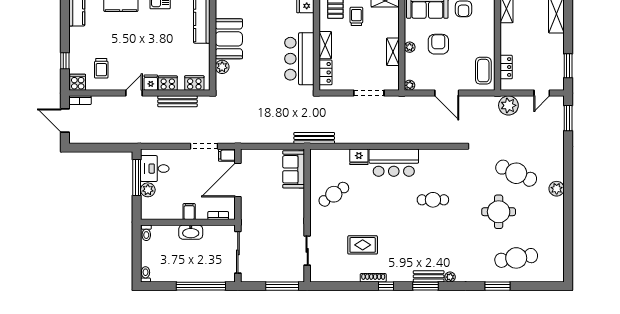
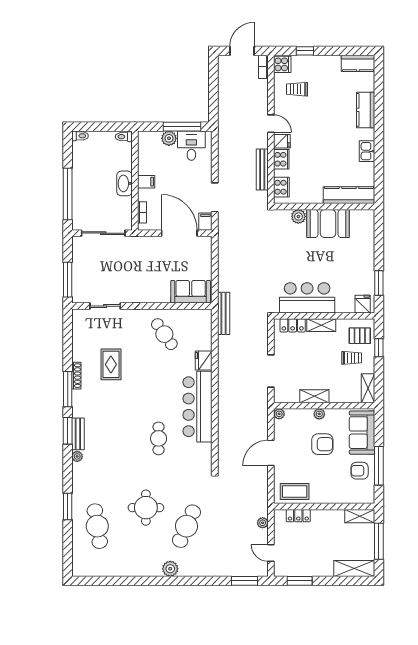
plant: (508, 105) -> (263, 523), width x0.53, depth x0.53
bar counter: (394, 163) -> (198, 407), width x1.36
window: (386, 286) -> (68, 389), width x2.17

